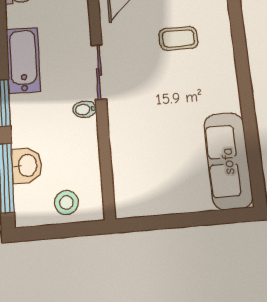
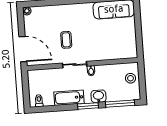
coffee table: (178, 38) -> (66, 40), moved
washbasin: (27, 166) -> (98, 96), moved

